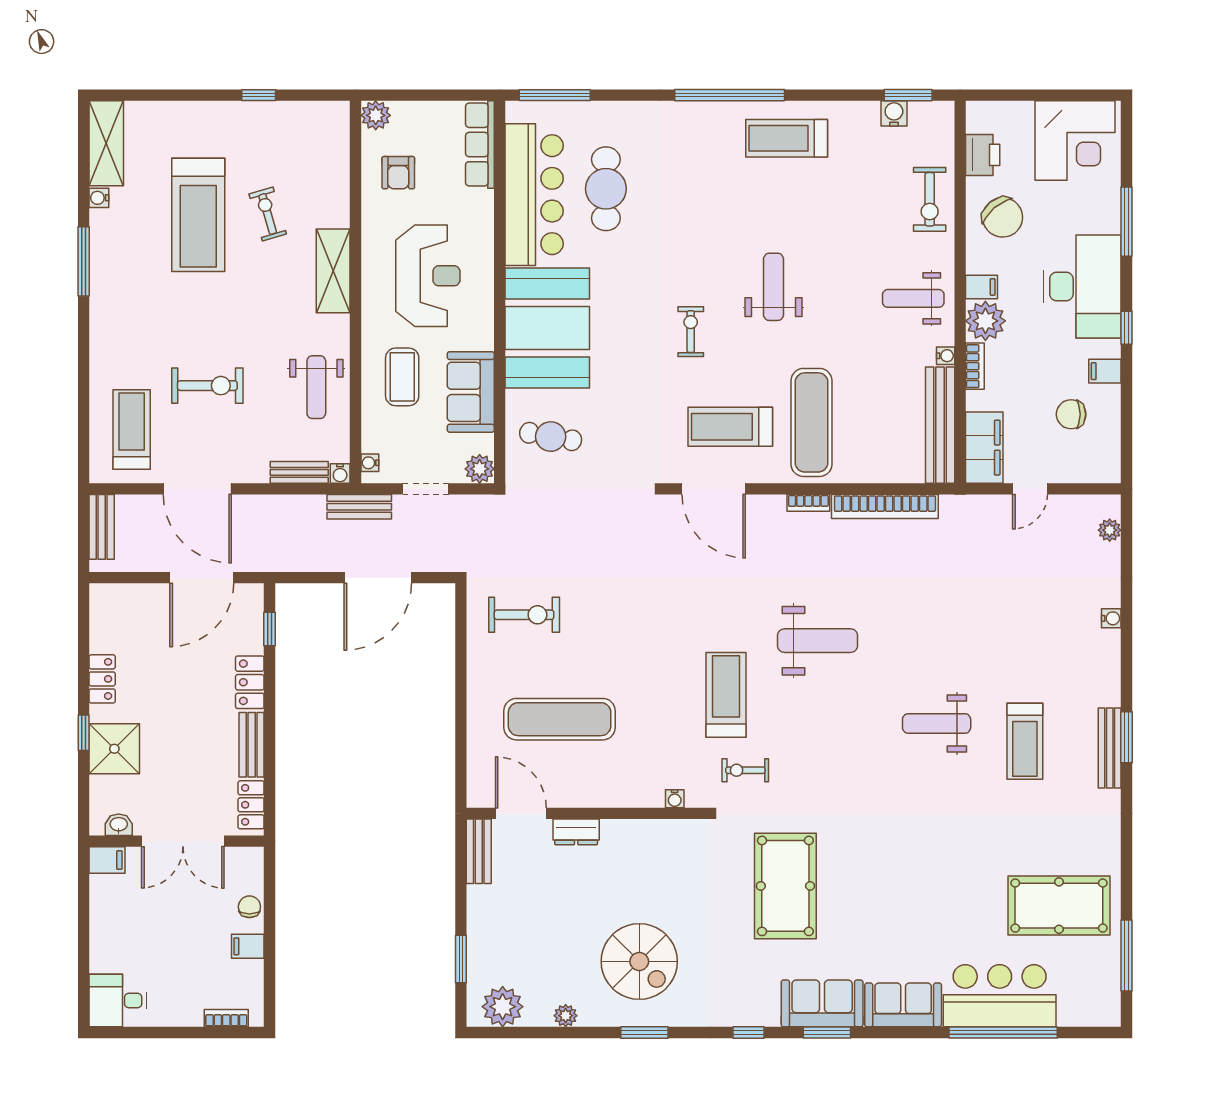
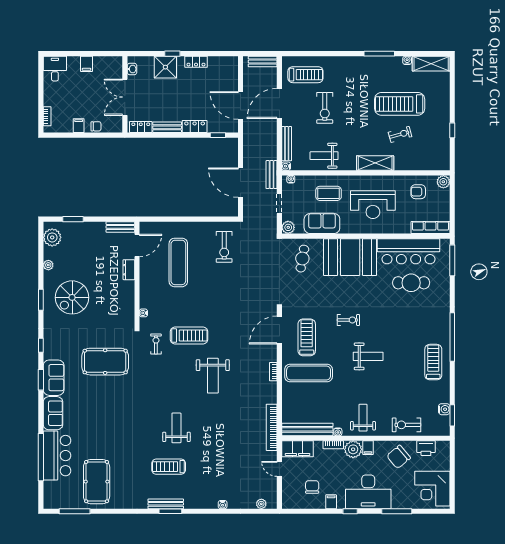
bench: (299, 472) -> (287, 144), width x1.36
bookcase: (885, 507) -> (272, 427), moved
filing cabinet: (107, 860) -> (87, 64), moved

